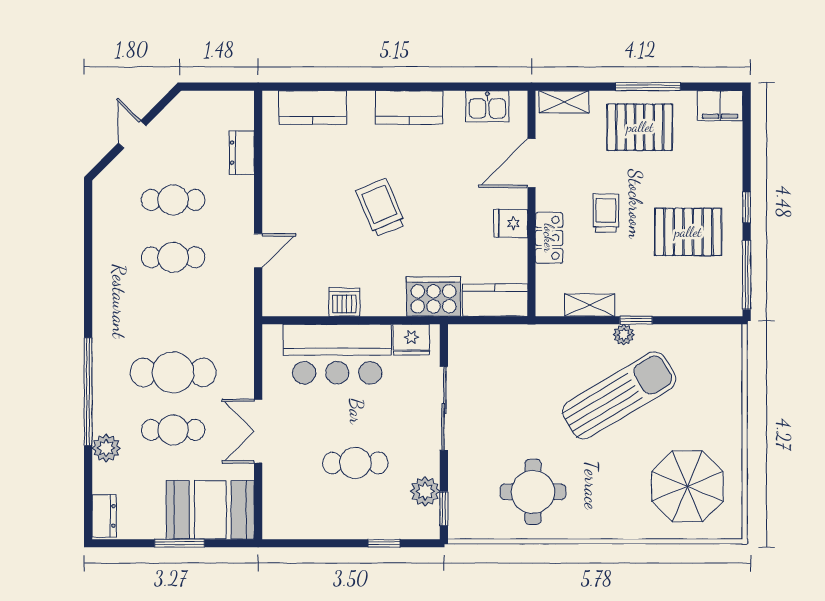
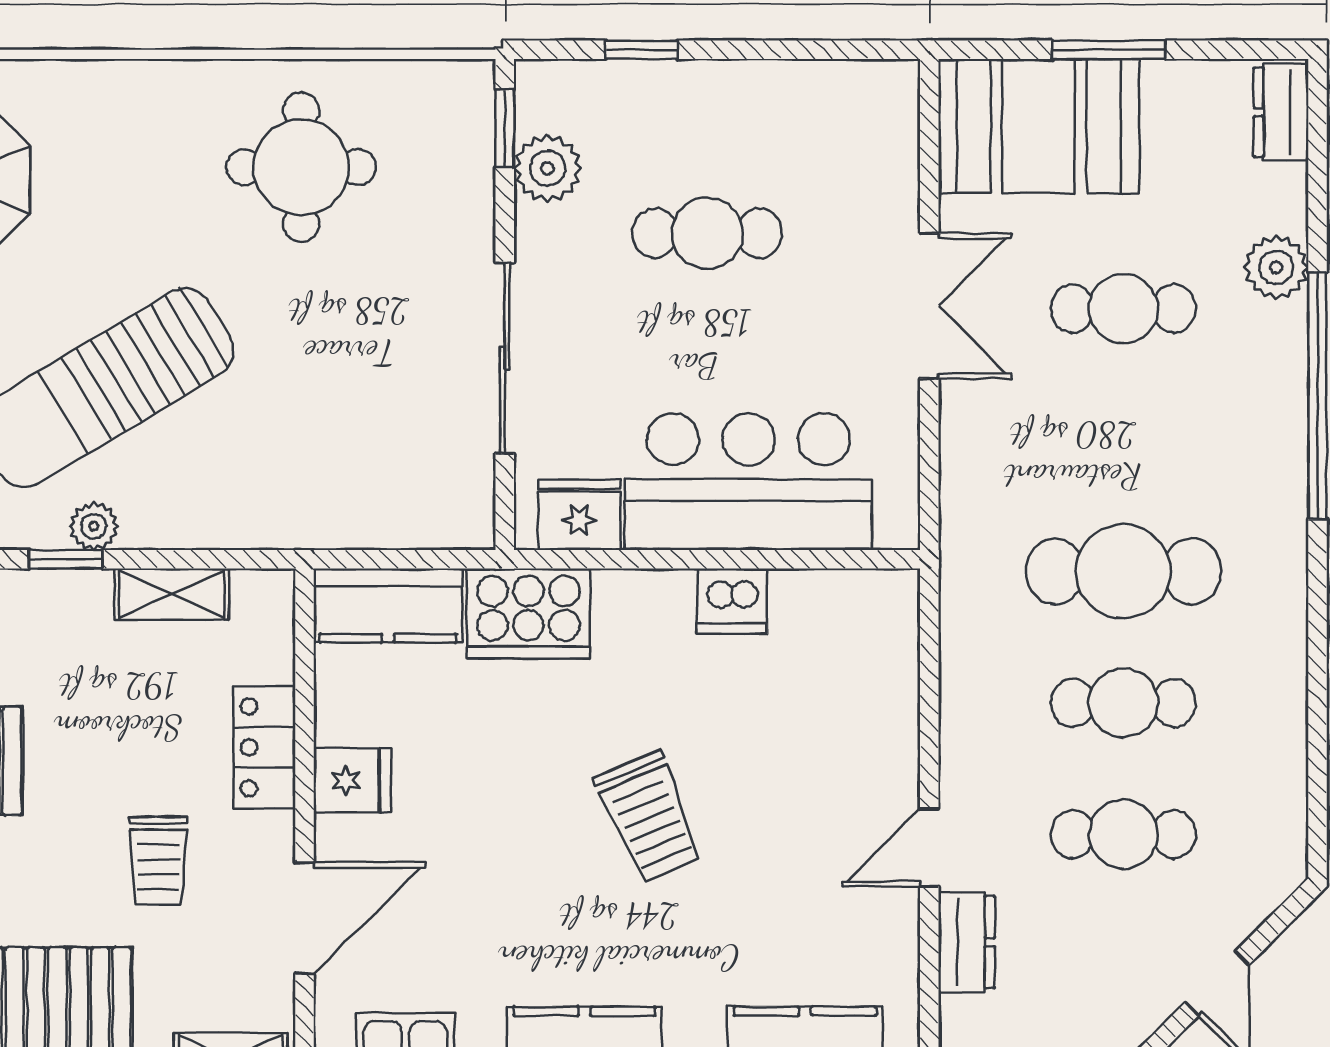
trolley: (606, 213) -> (158, 861), moved
door: (258, 251) -> (929, 848), moved
cafe table: (173, 372) -> (1123, 571), moved

